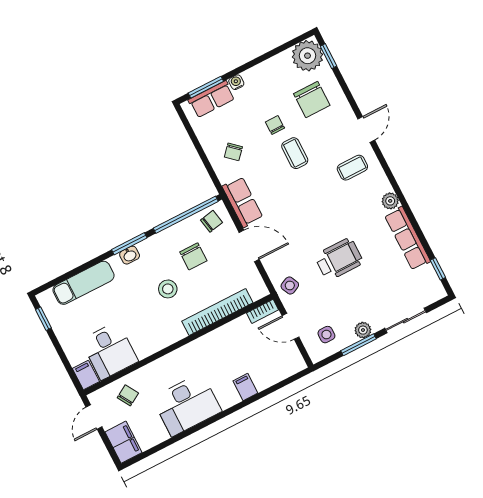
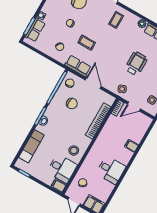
coffee table: (295, 153) -> (87, 43), moved
door: (249, 246) -> (93, 83), hinge flipped
stool: (168, 289) -> (74, 150), moved
desk: (187, 405) -> (111, 170), width x0.73

